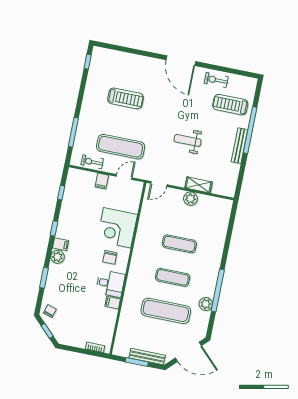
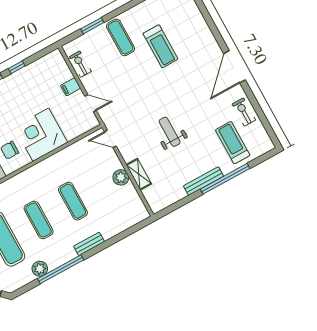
window: (73, 132) -> (92, 26), width x0.69
exercise mat: (121, 147) -> (121, 37), moved, width x0.73, depth x0.69
window: (61, 193) -> (17, 67), moved
bench: (217, 257) -> (89, 244), added

